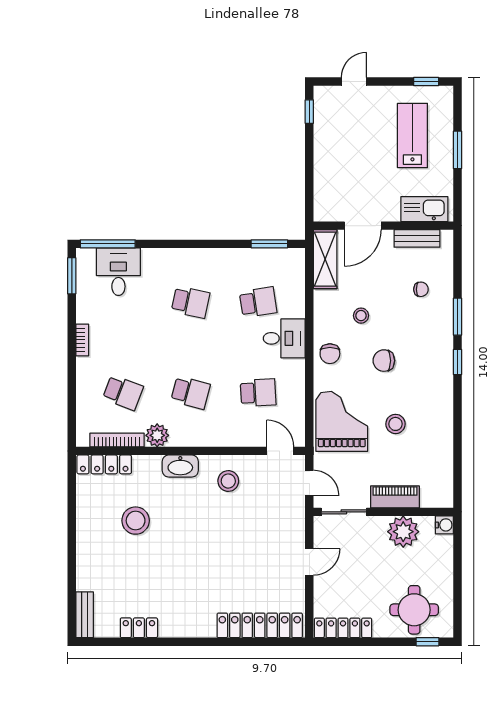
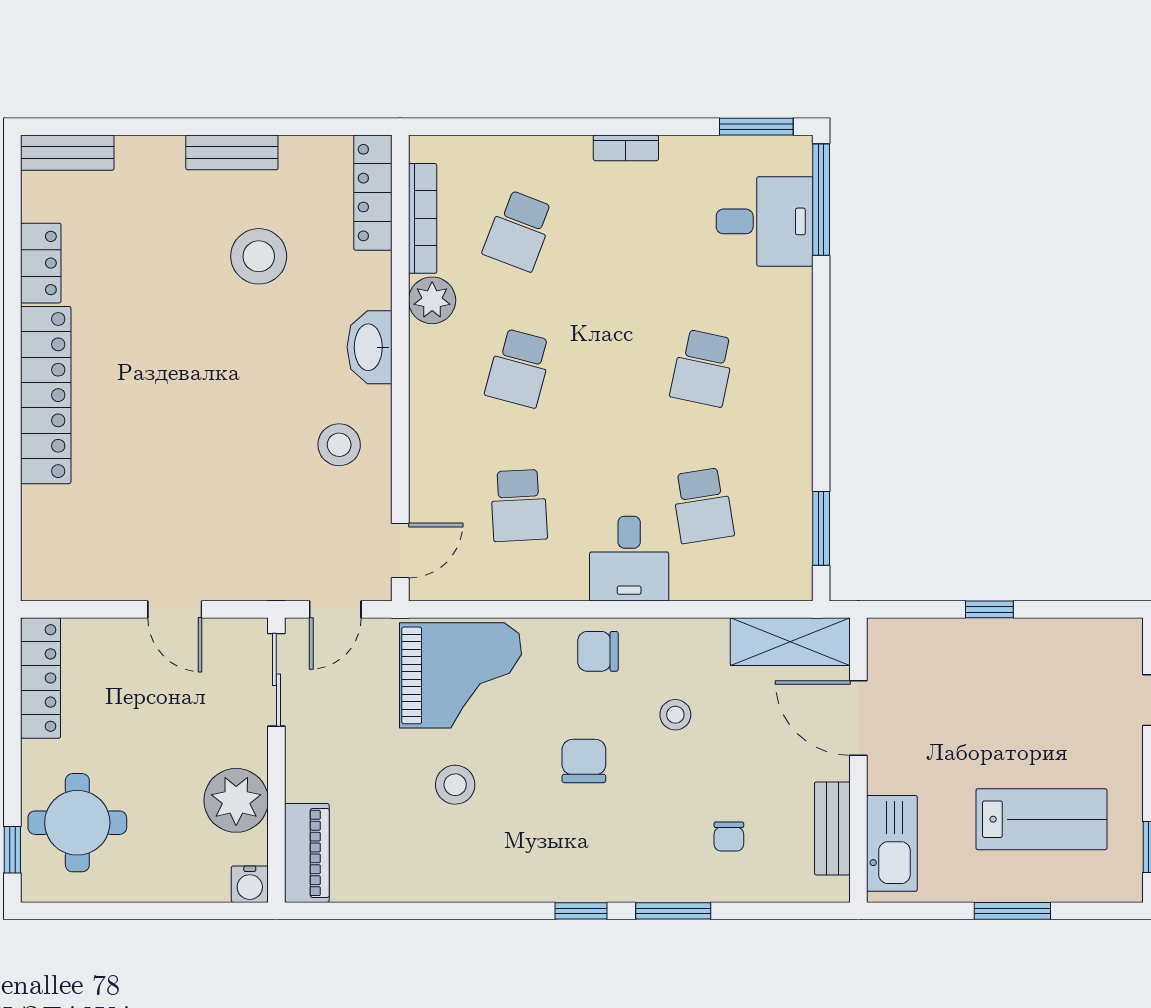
window: (309, 112) -> (989, 609), moved
piano: (395, 497) -> (307, 853), moved
bench: (84, 534) -> (232, 152), added
locker: (260, 625) -> (46, 395), moved

